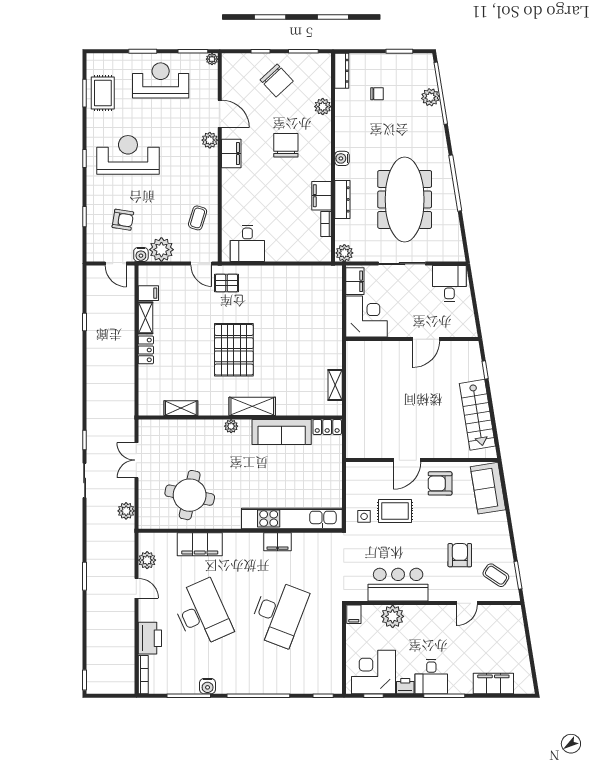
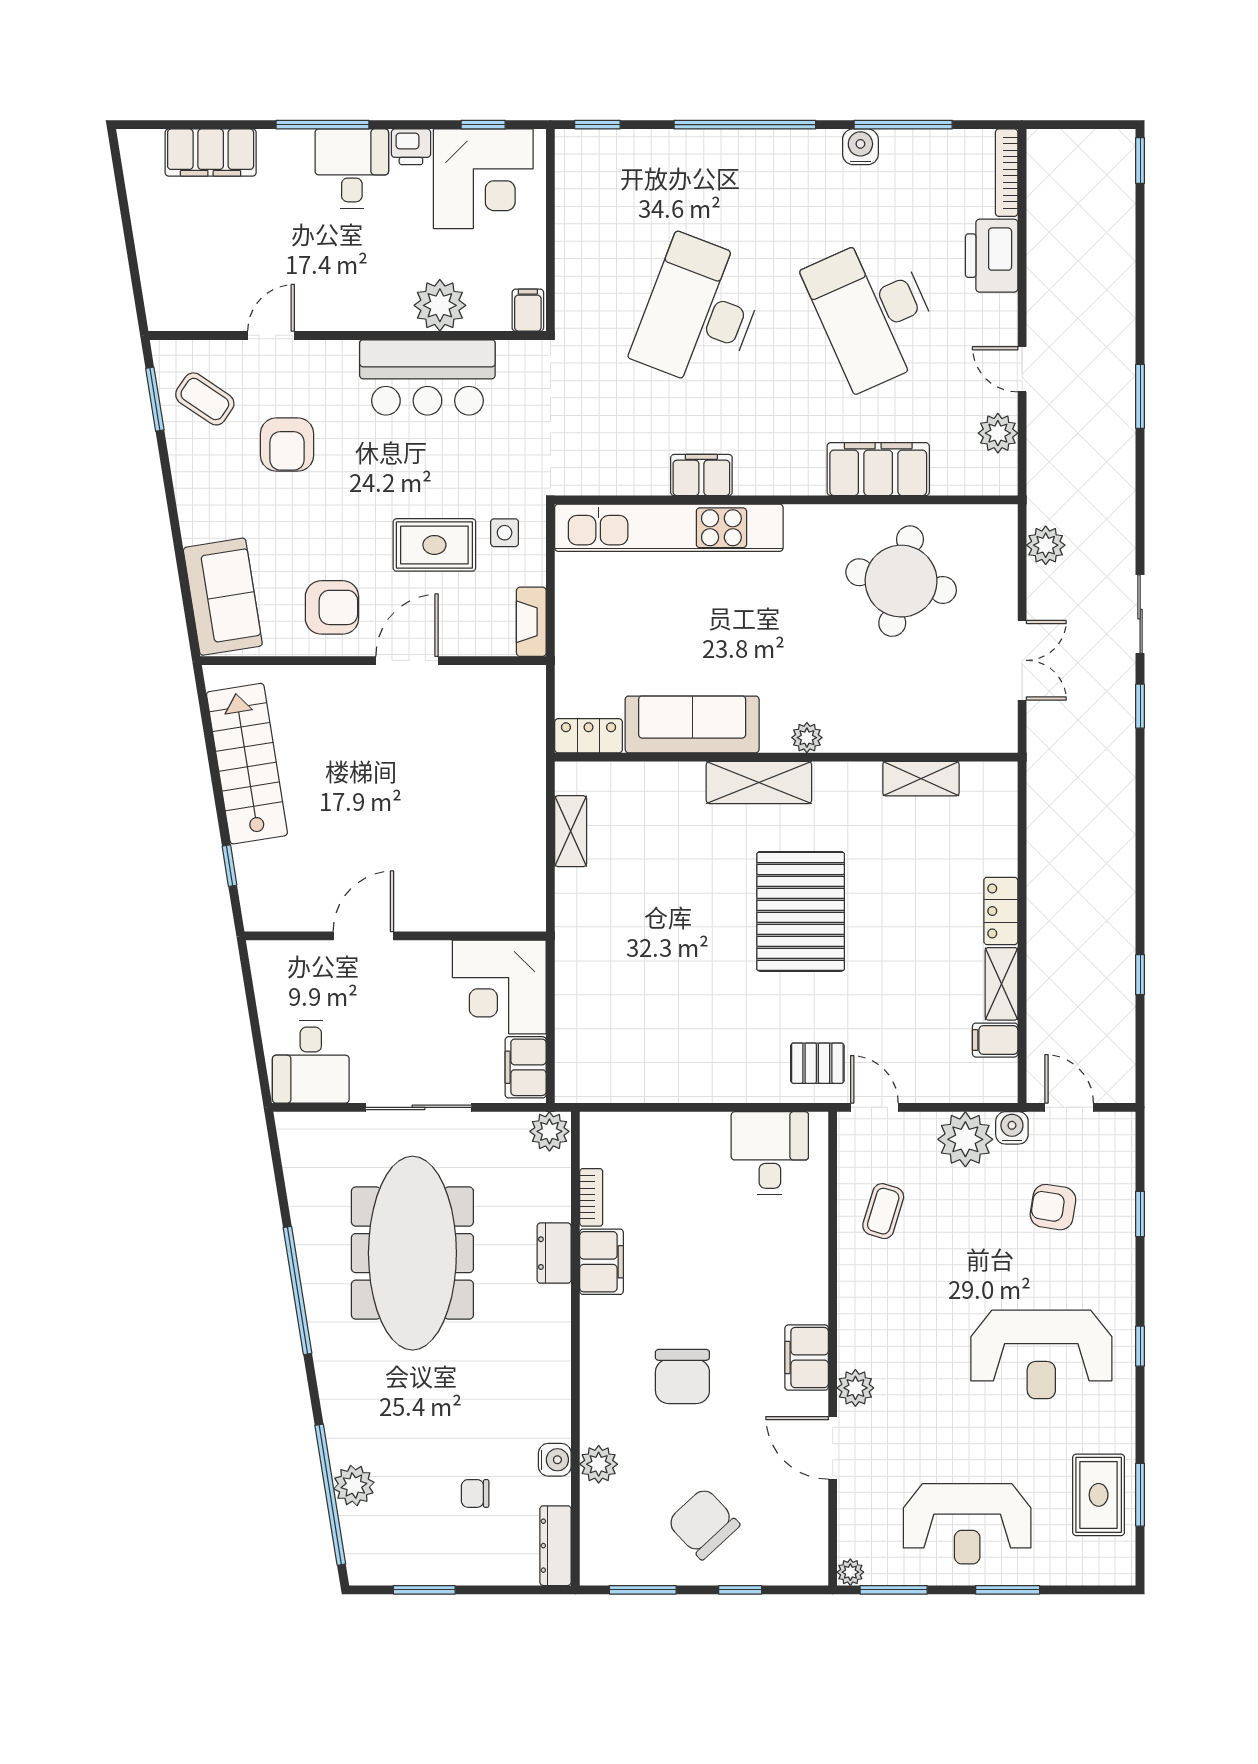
water cooler: (342, 158) -> (555, 1460), moved
dresser: (342, 199) -> (554, 1253), width x0.70
fireplace: (352, 477) -> (531, 622), added

